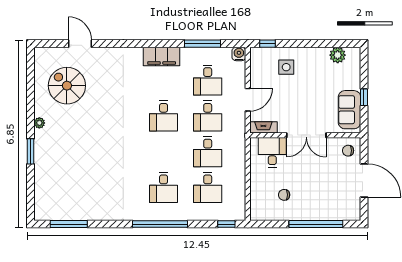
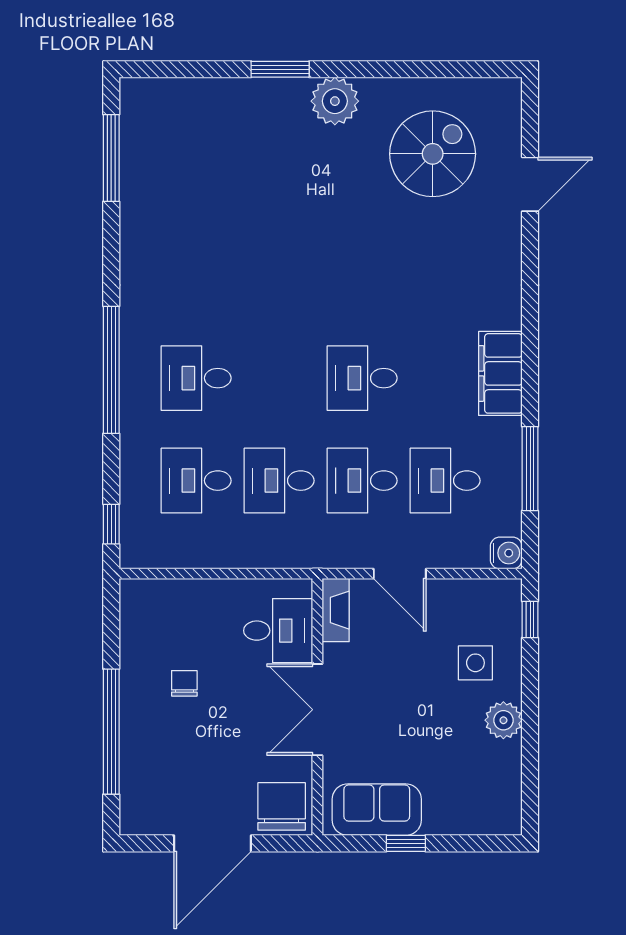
plant: (338, 55) -> (503, 720), moved
plant: (39, 123) -> (335, 101), width x1.87, depth x1.87
chair: (348, 151) -> (282, 806), width x1.87, depth x1.87
chair: (284, 195) -> (184, 683), moved

